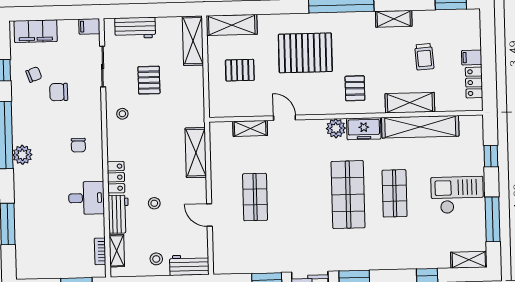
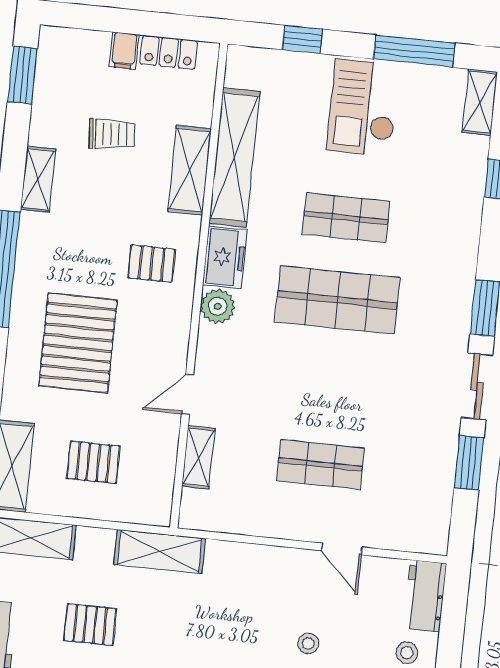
pallet: (240, 70) -> (93, 462), turned 90
shelving: (196, 153) -> (160, 552), moved
door: (209, 215) -> (342, 549), hinge flipped

